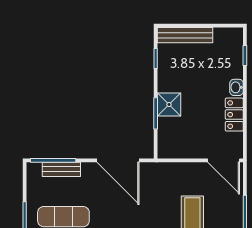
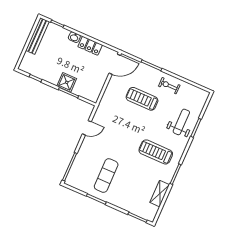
bench: (185, 35) -> (37, 36), moved
door: (118, 160) -> (87, 128), width x0.53
bench: (61, 169) -> (77, 164), removed

